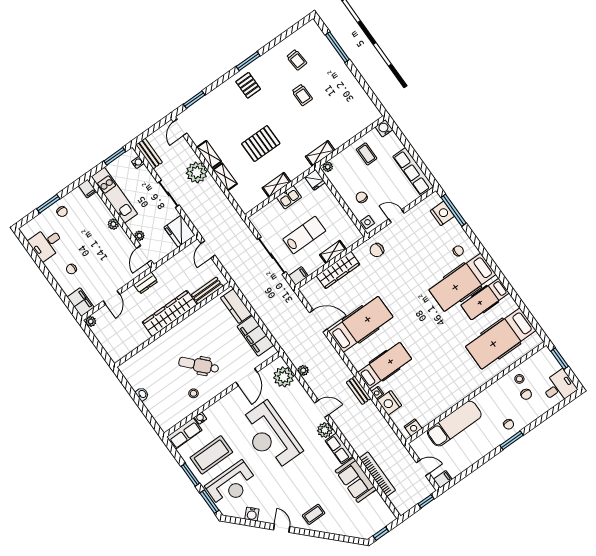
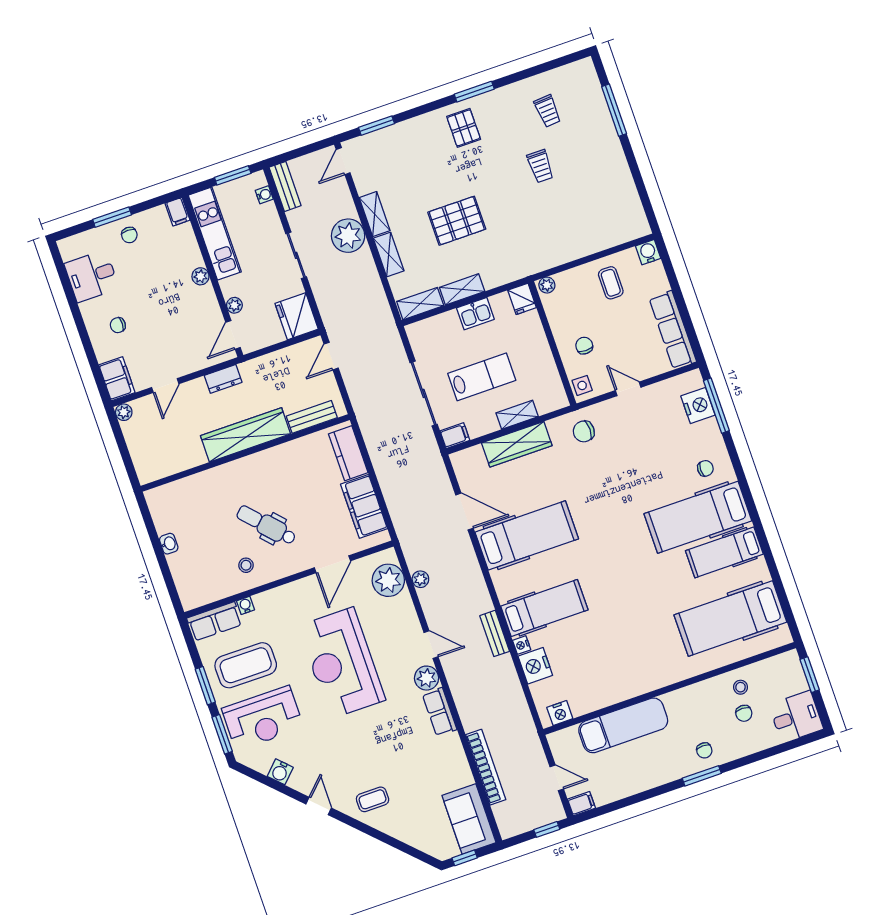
shelving: (320, 153) -> (420, 304), moved
sofa: (356, 480) -> (469, 819), moved

